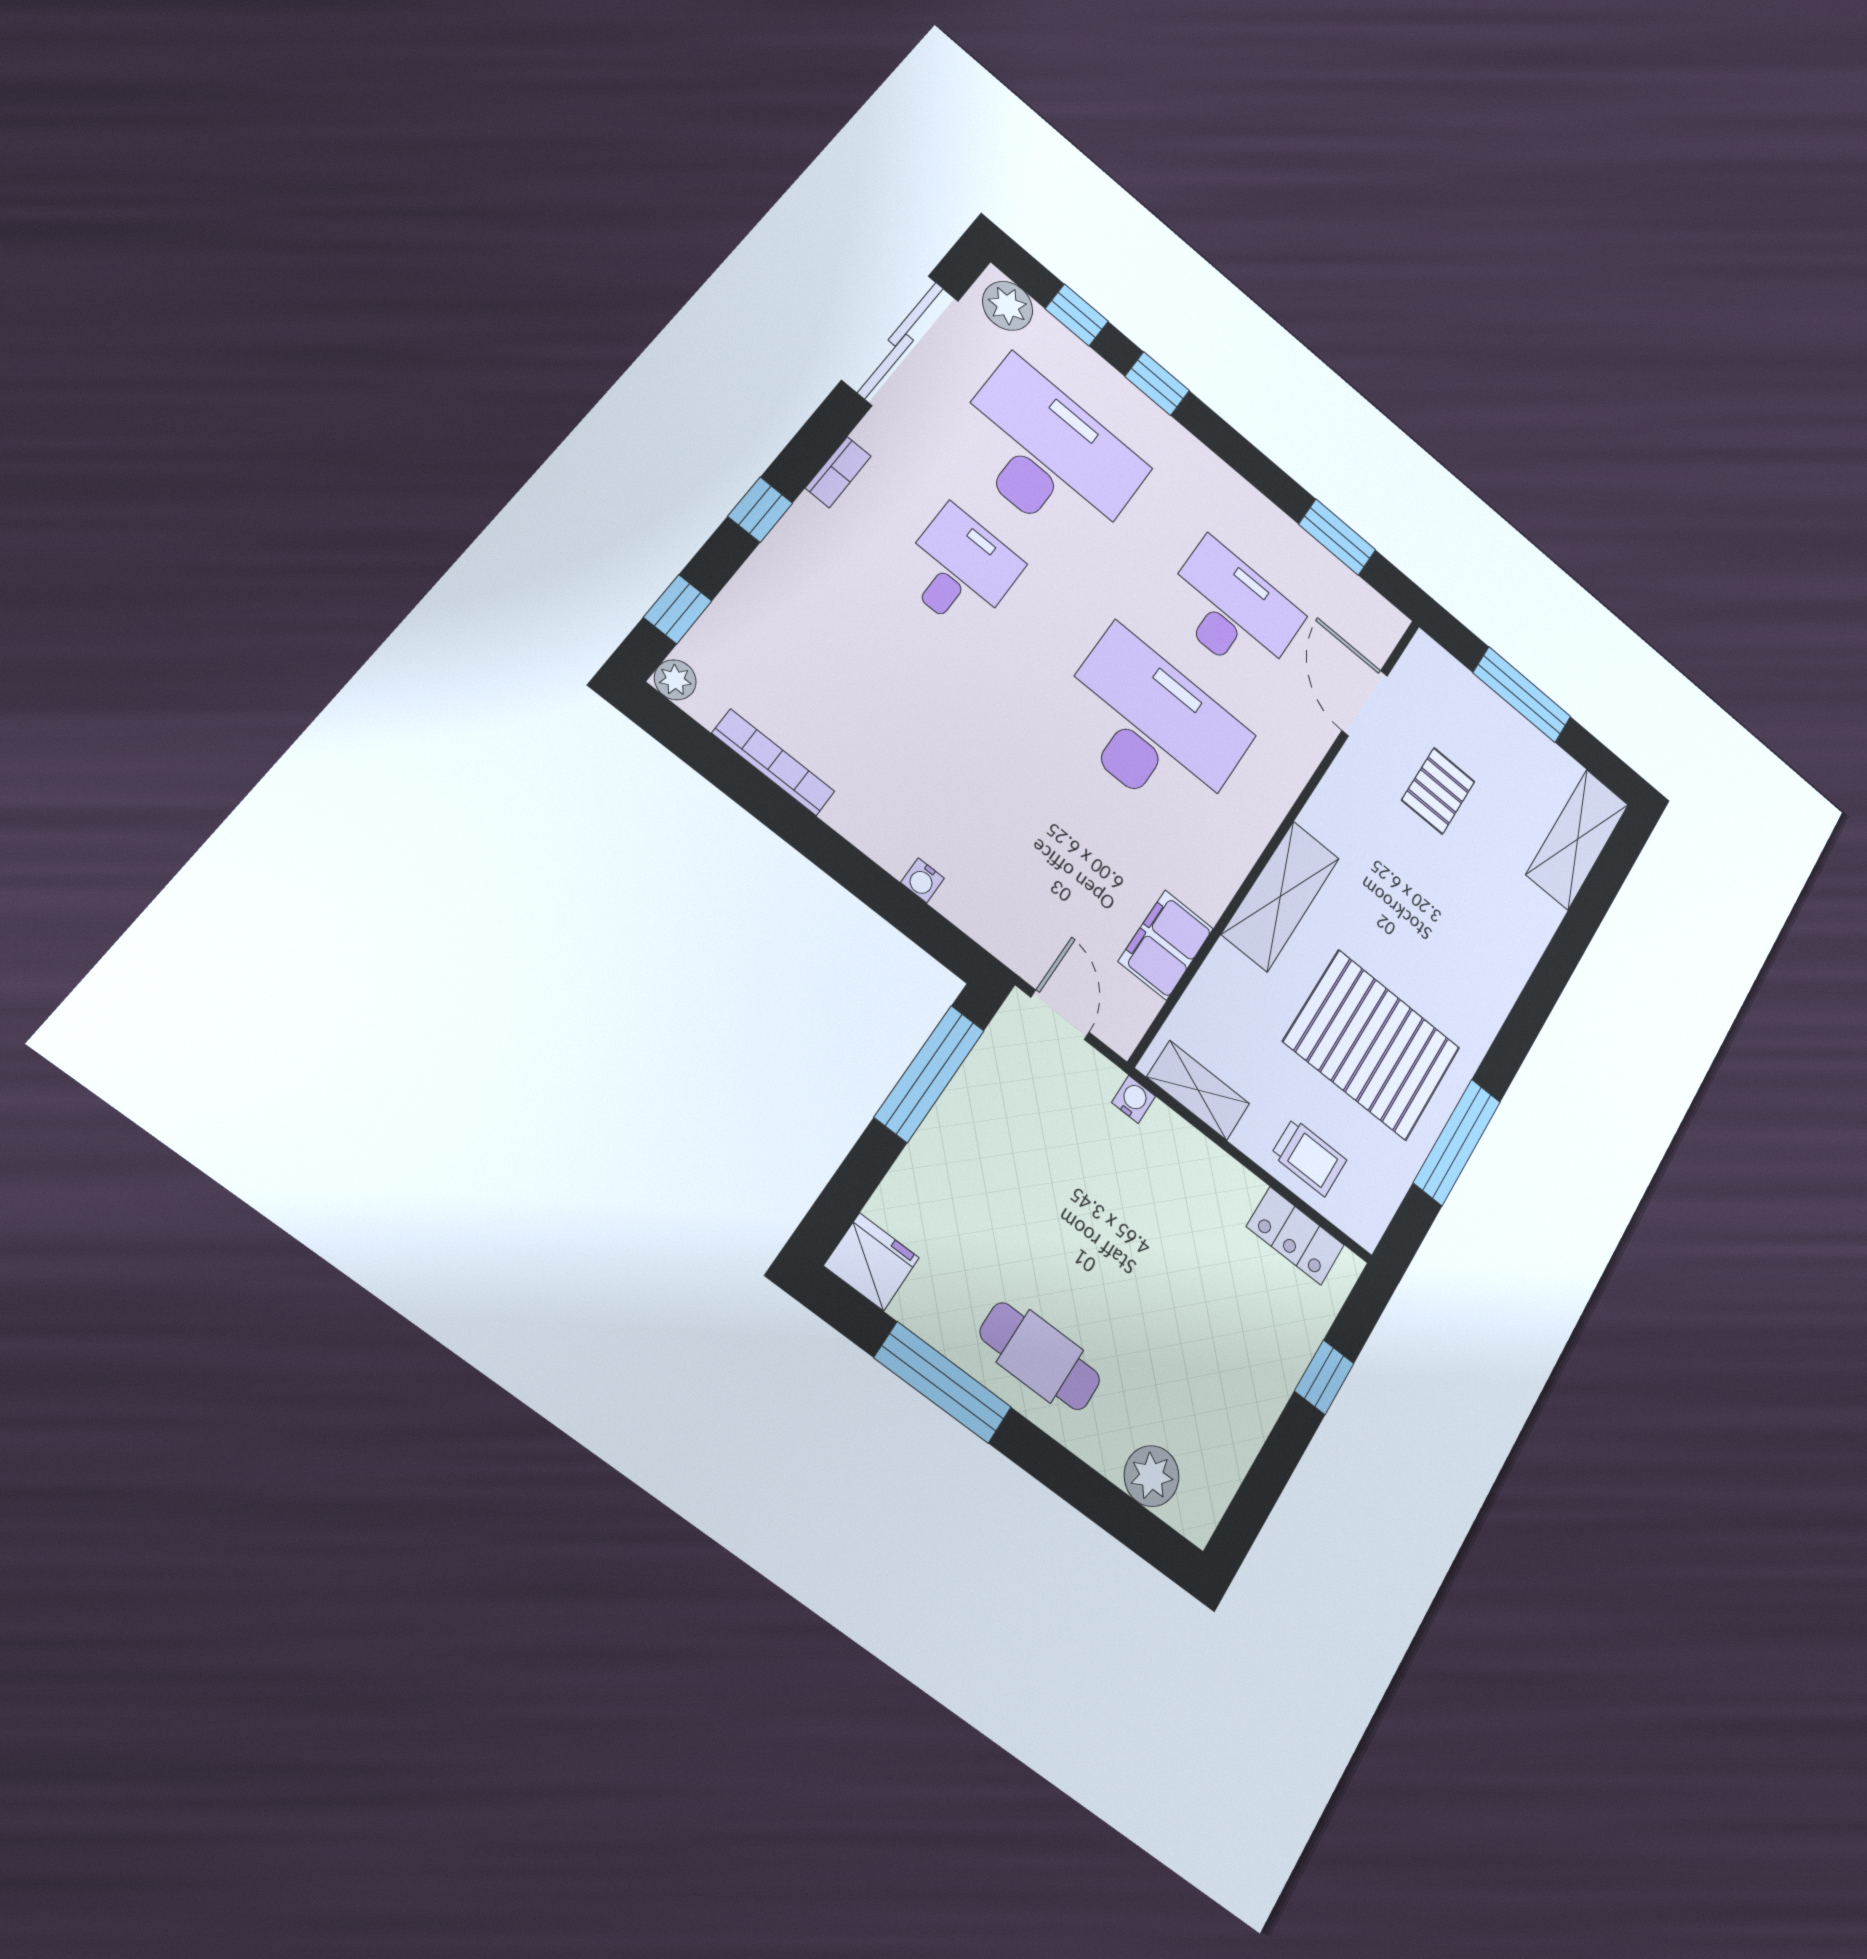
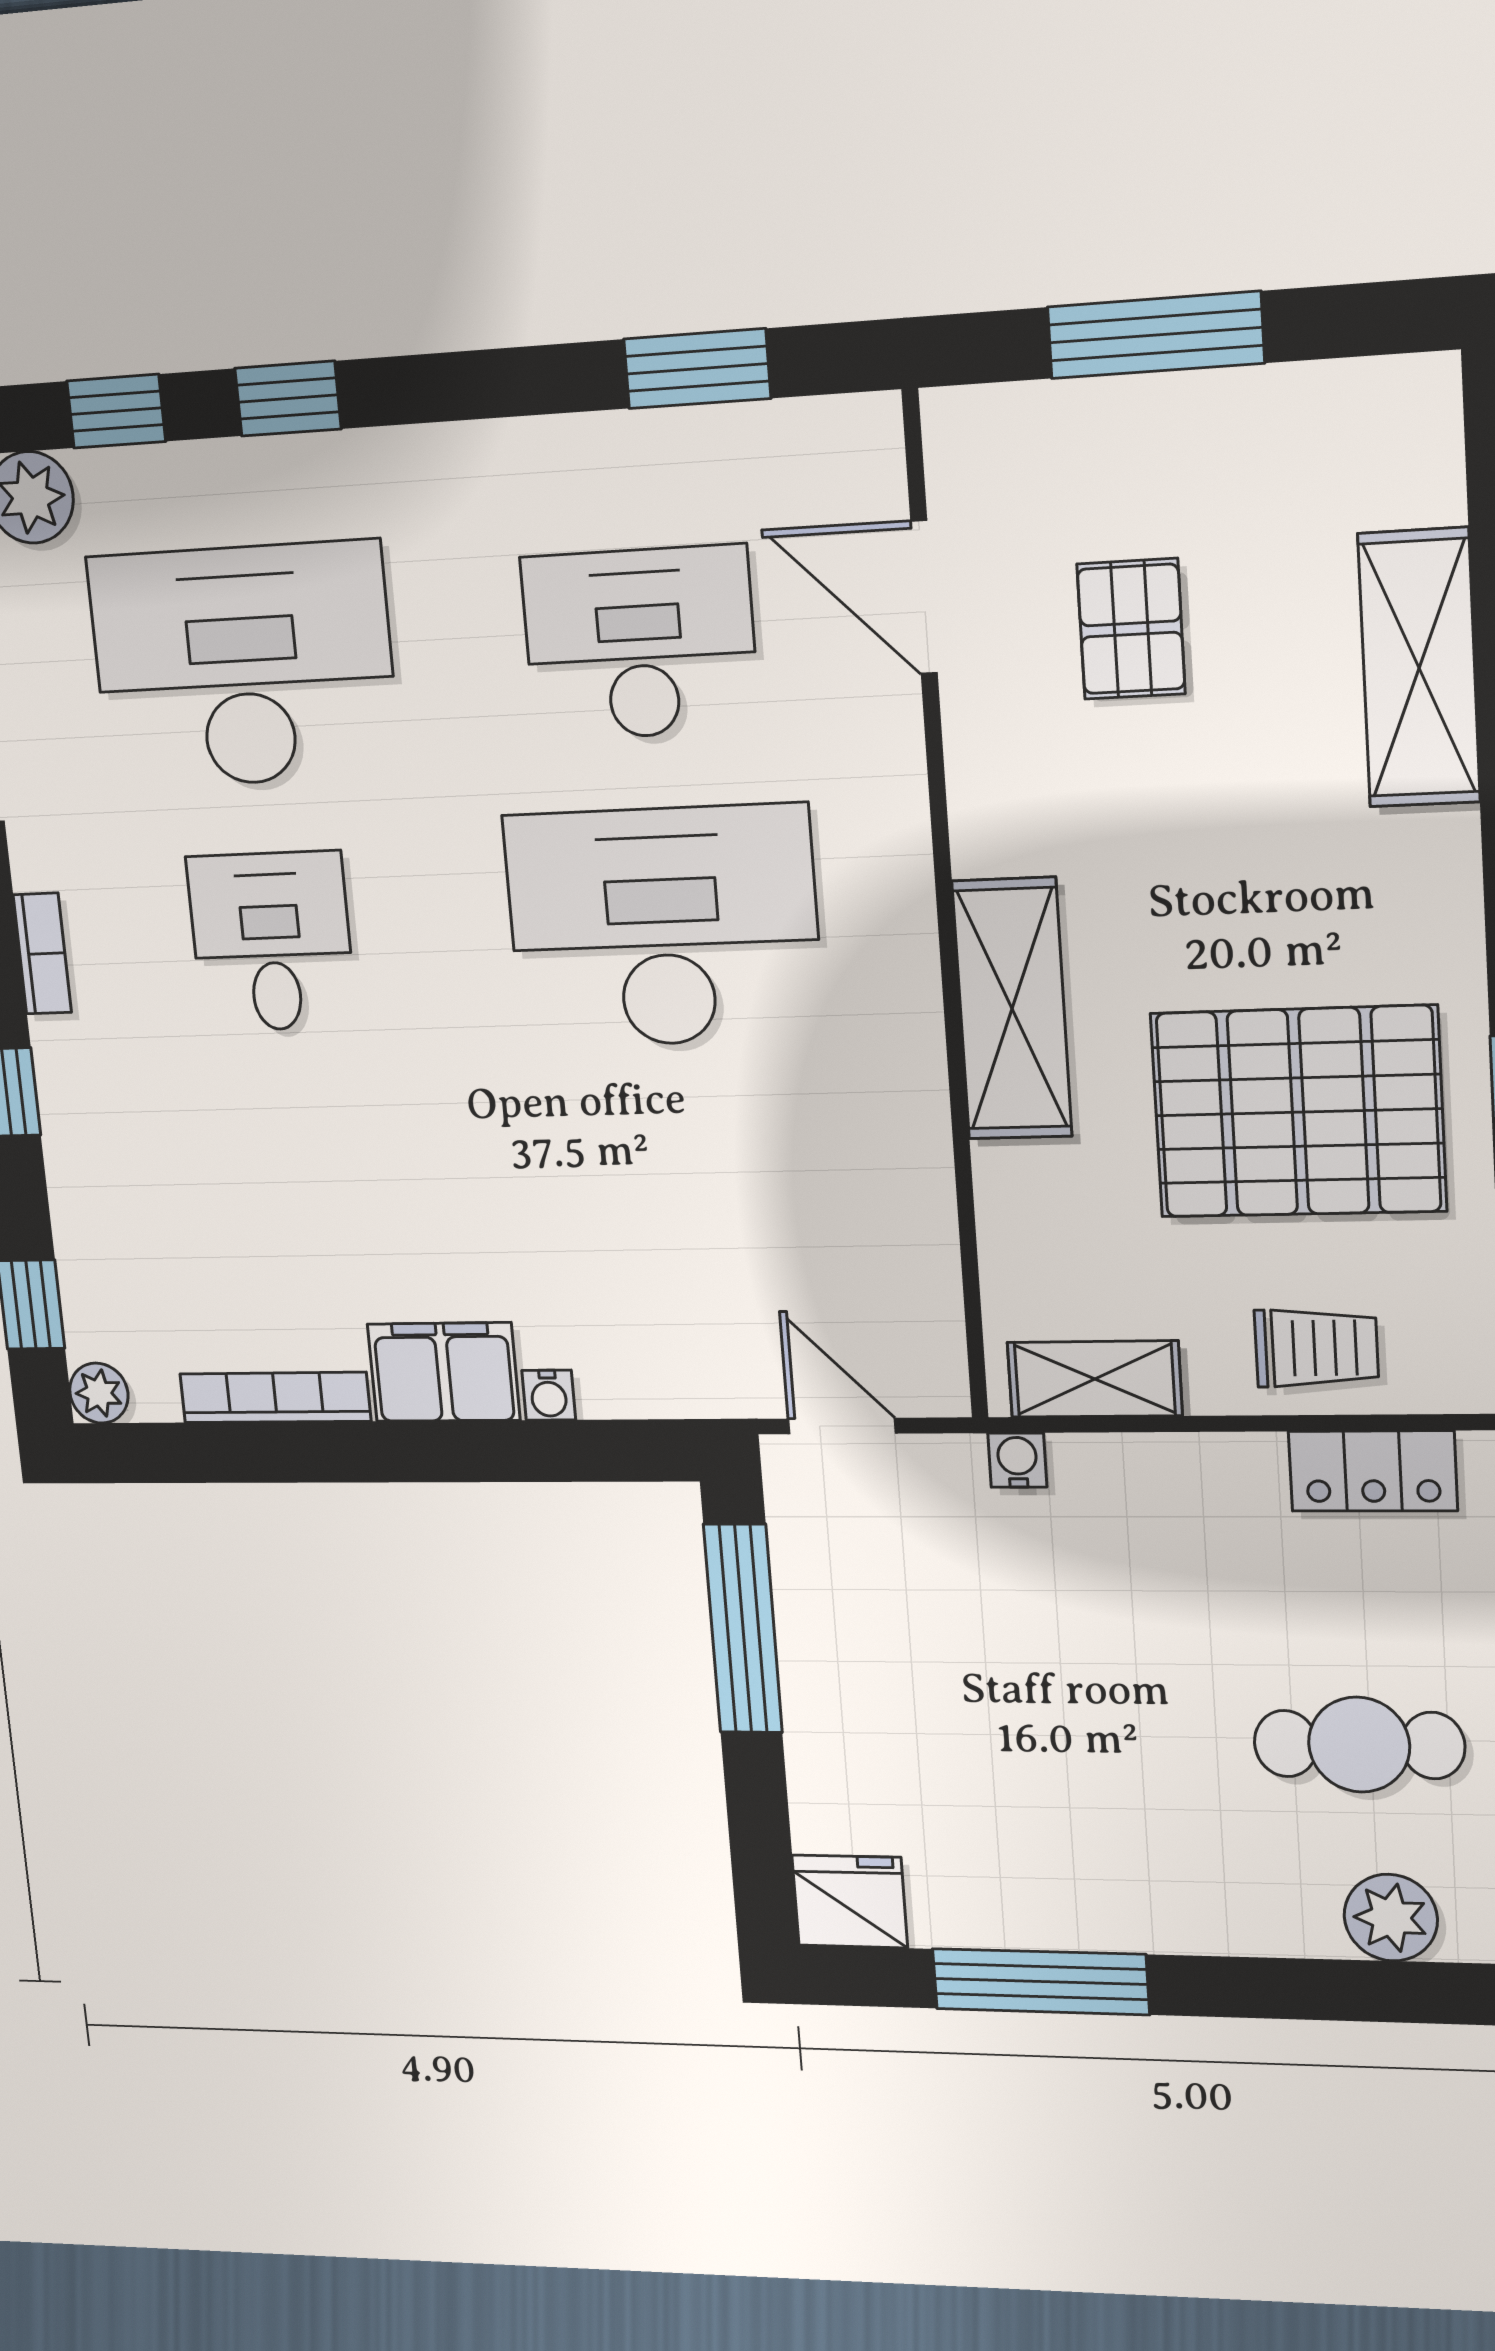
shelving: (1577, 839) -> (1419, 668), moved
filing cabinet: (1166, 945) -> (444, 1372), moved, turned 90
cafe table: (1040, 1356) -> (1359, 1745), moved

